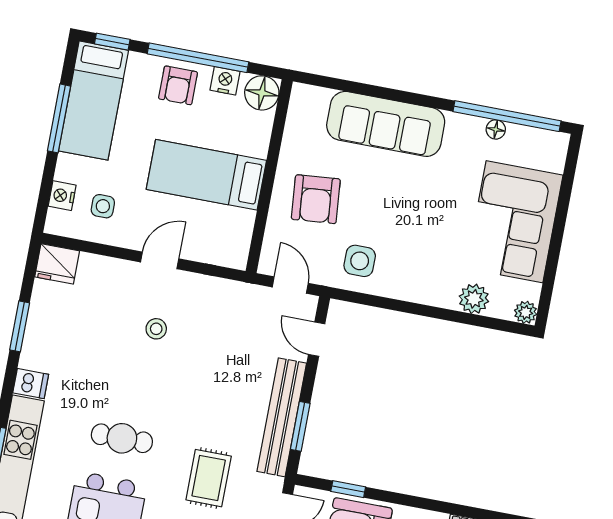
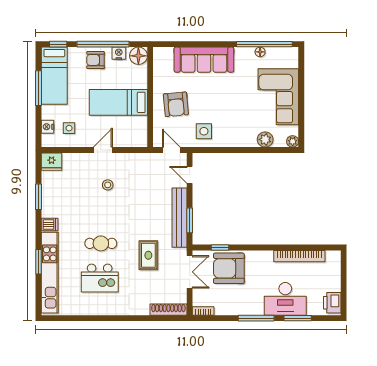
armchair: (178, 85) -> (95, 60), turned 90

